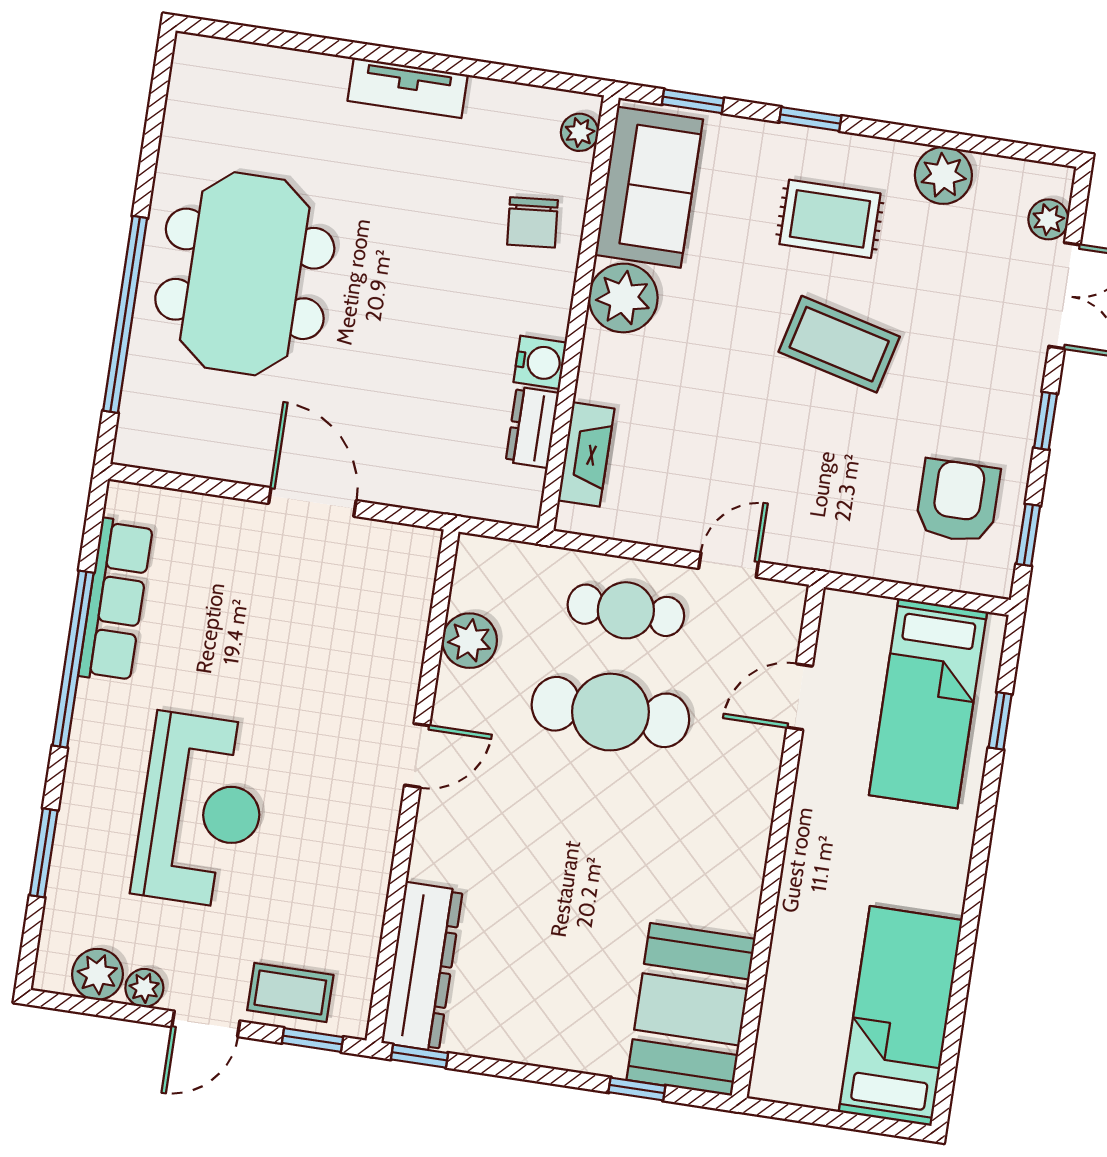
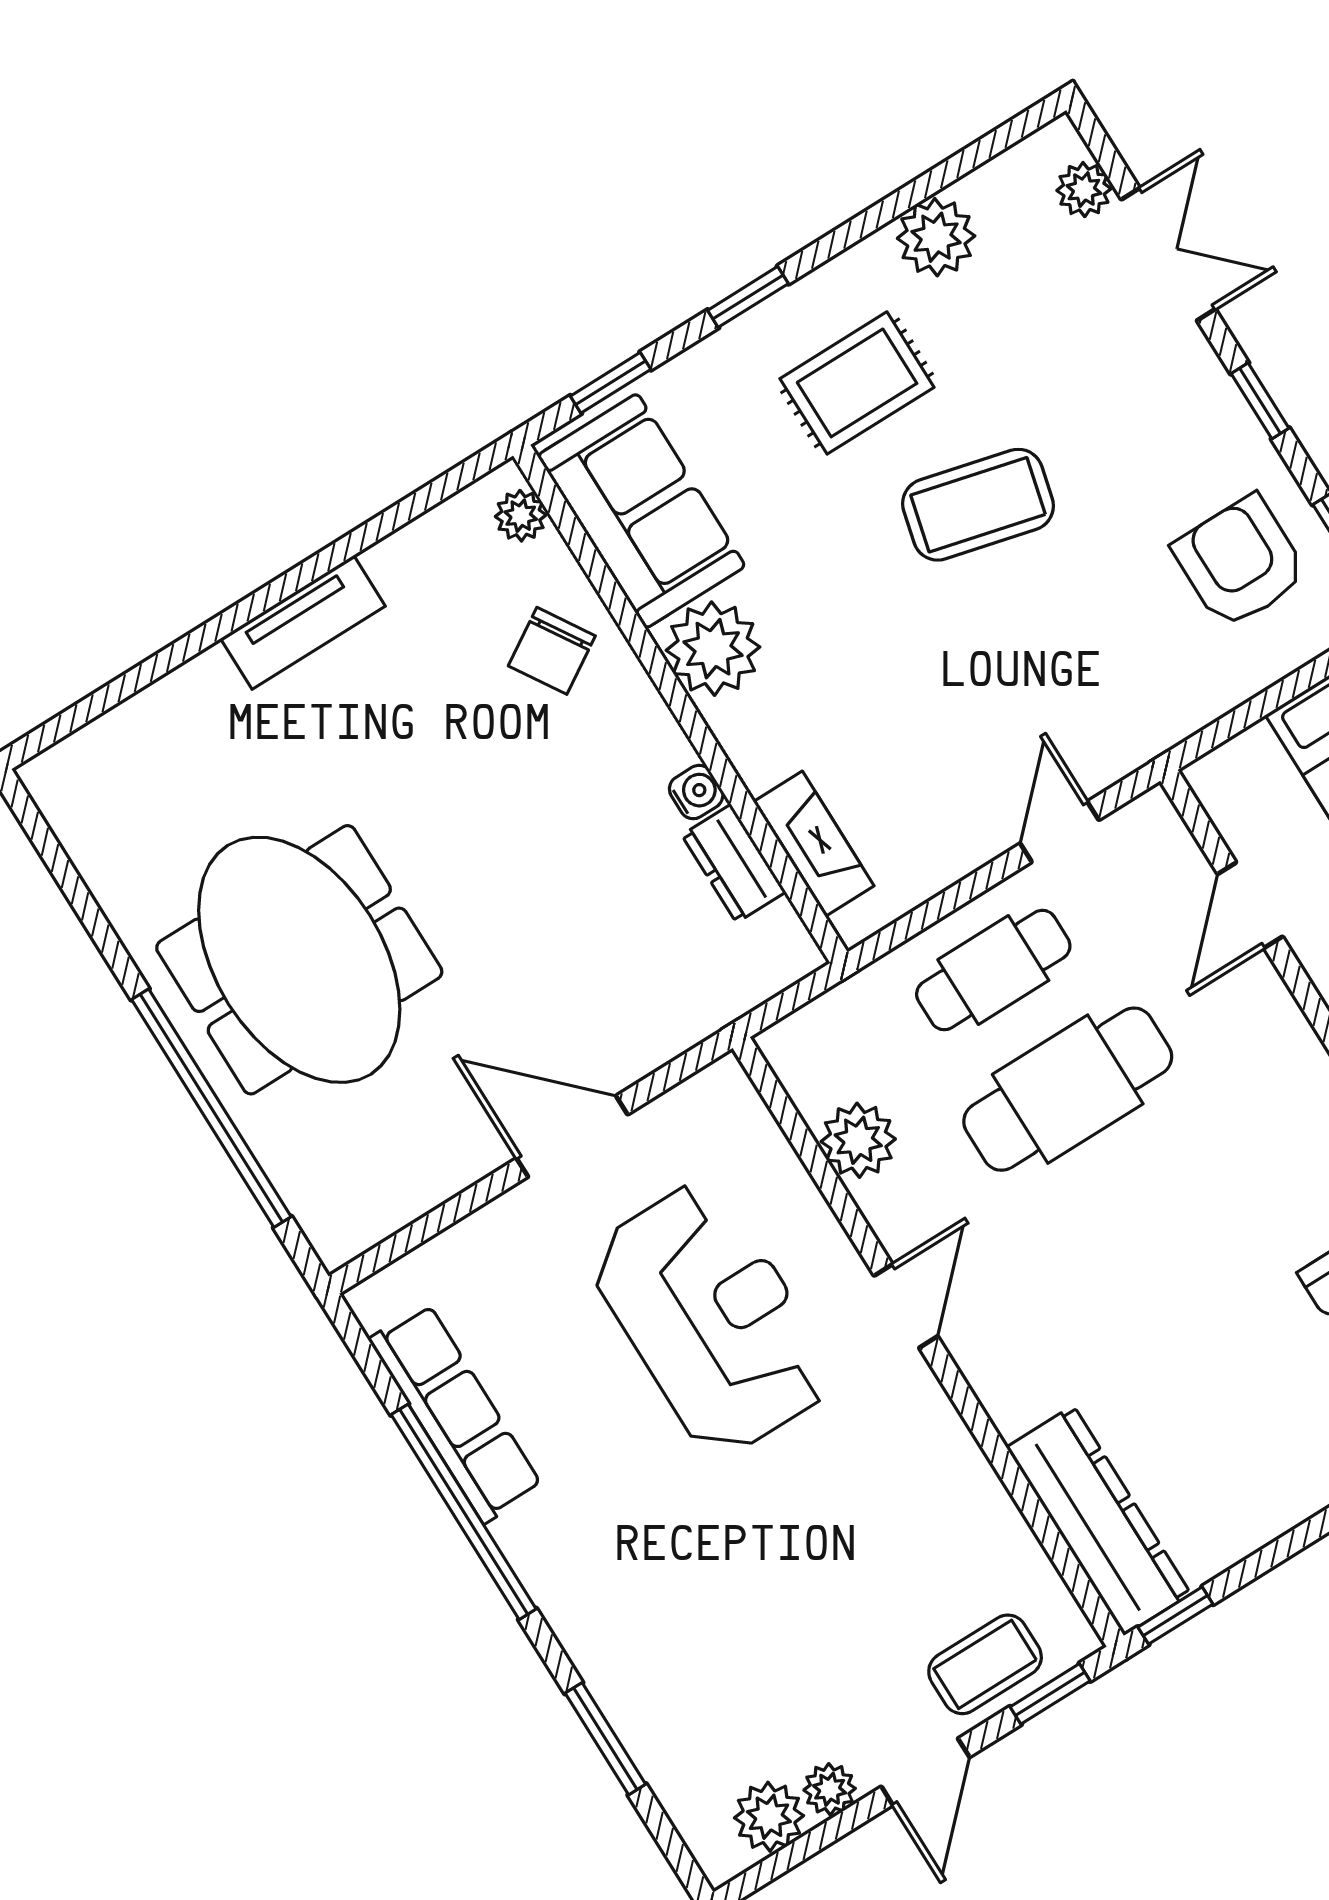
chair: (532, 222) -> (552, 651), turned 63
water cooler: (540, 362) -> (696, 792), width x0.72, depth x0.72
reception desk: (201, 810) -> (712, 1319), moved

